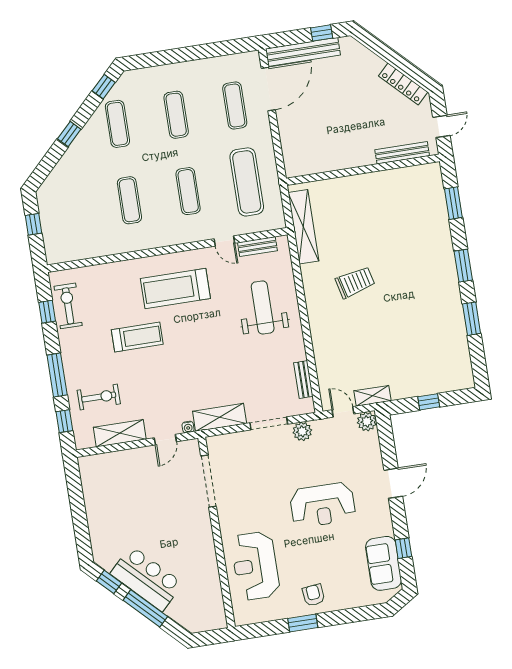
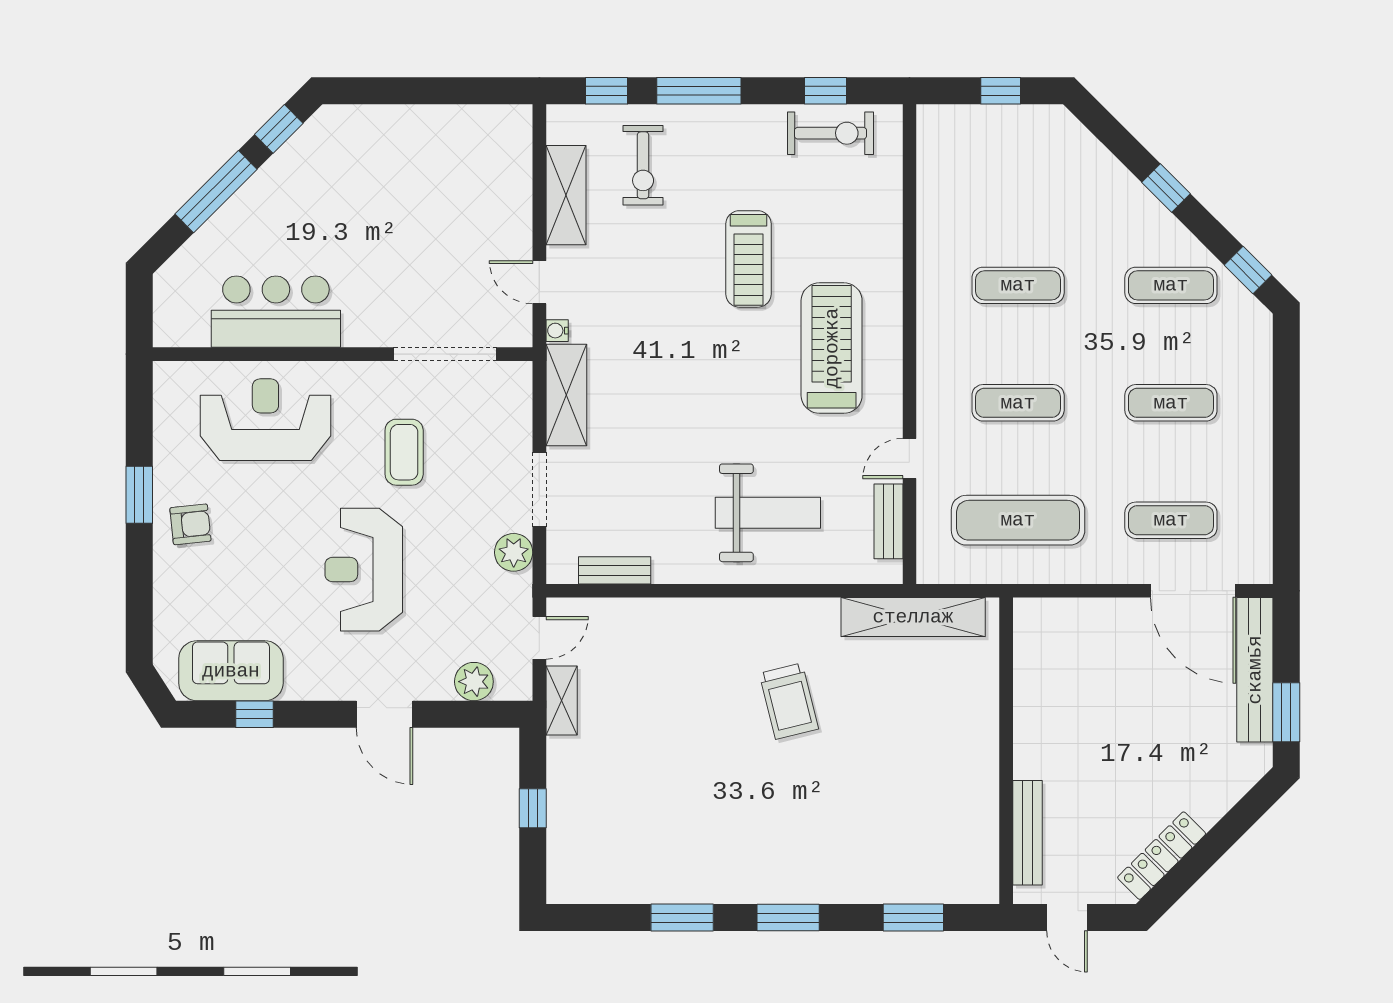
window: (322, 33) -> (1286, 712), width x1.50
plant: (367, 421) -> (474, 682), moved
coffee table: (261, 494) -> (404, 452), added
bar counter: (147, 578) -> (276, 312), moved, turned -135

